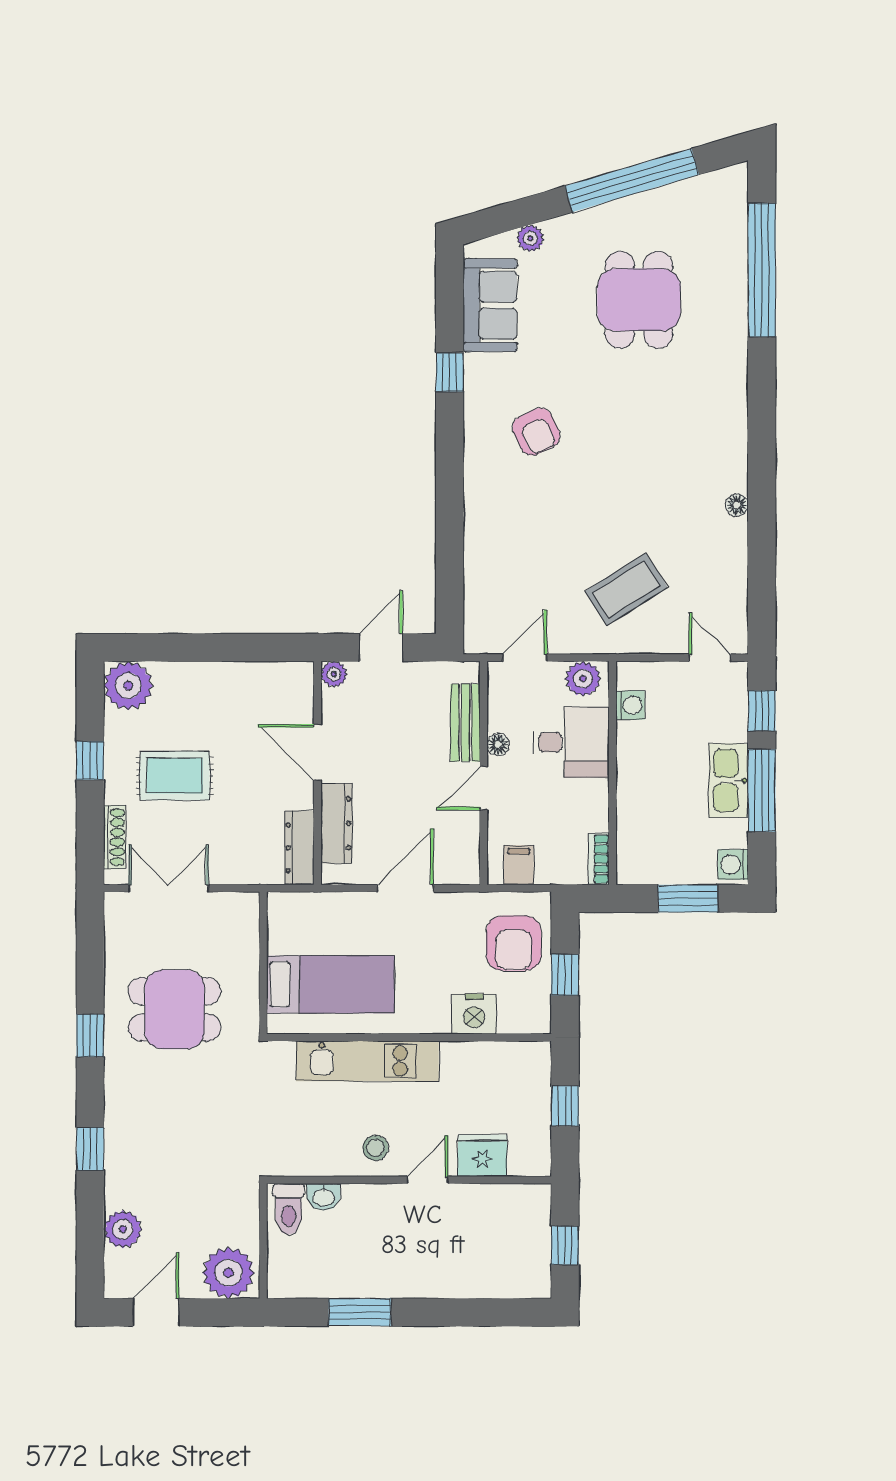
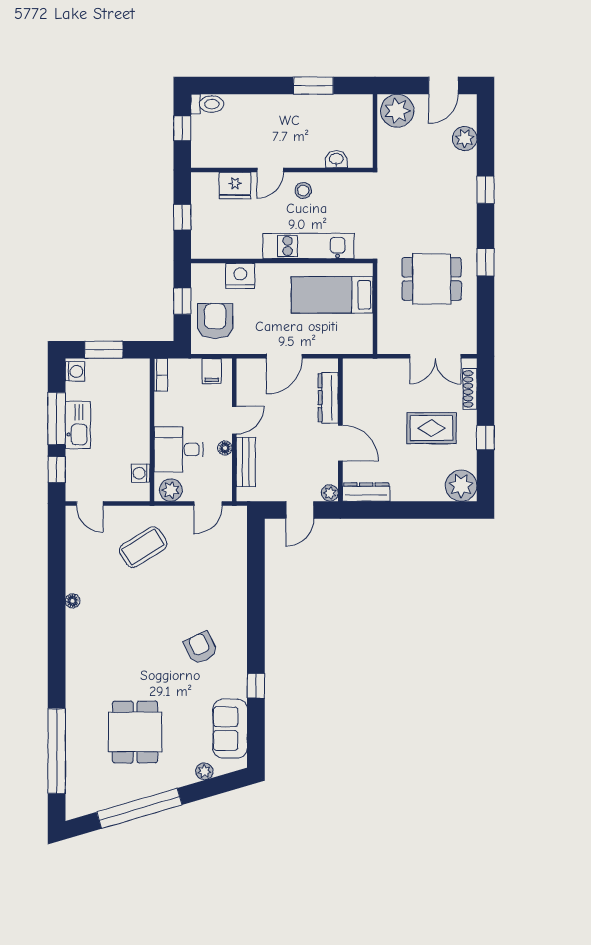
dresser: (299, 848) -> (366, 492), moved, turned -90
toilet: (289, 1209) -> (207, 104), moved, turned 90

